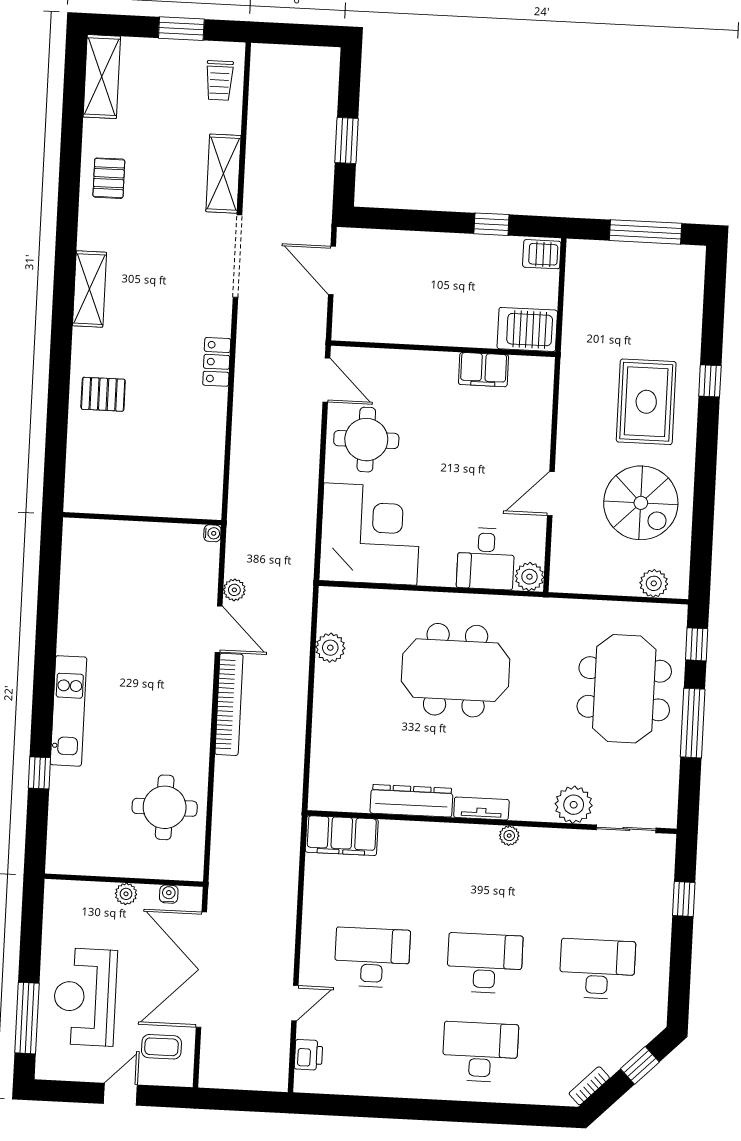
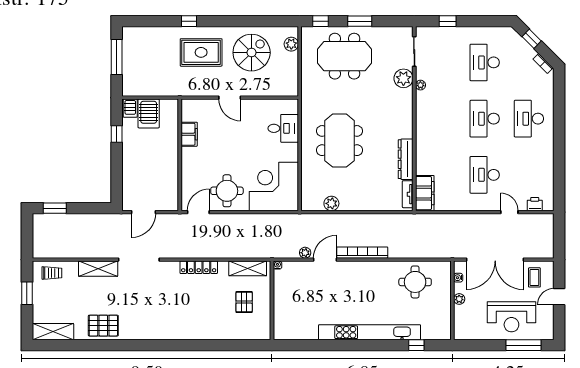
window: (347, 140) -> (55, 208), moved
pallet: (109, 178) -> (103, 326), width x1.50, depth x1.42
shelving: (90, 289) -> (248, 268), moved
server rack: (527, 329) -> (149, 113), moved
locker: (217, 362) -> (199, 267), width x1.53
pallet: (103, 394) -> (244, 302), moved
door: (551, 494) -> (230, 98), moved
plant: (529, 577) -> (291, 106), removed
kitchen unit: (69, 711) -> (370, 332), width x1.86
window: (693, 723) -> (360, 21), width x0.69
window: (39, 773) -> (416, 345), moved
tv unit: (481, 808) -> (408, 194), moved
plant: (509, 836) -> (420, 85), moved
door: (120, 1094) -> (559, 297), hinge flipped

